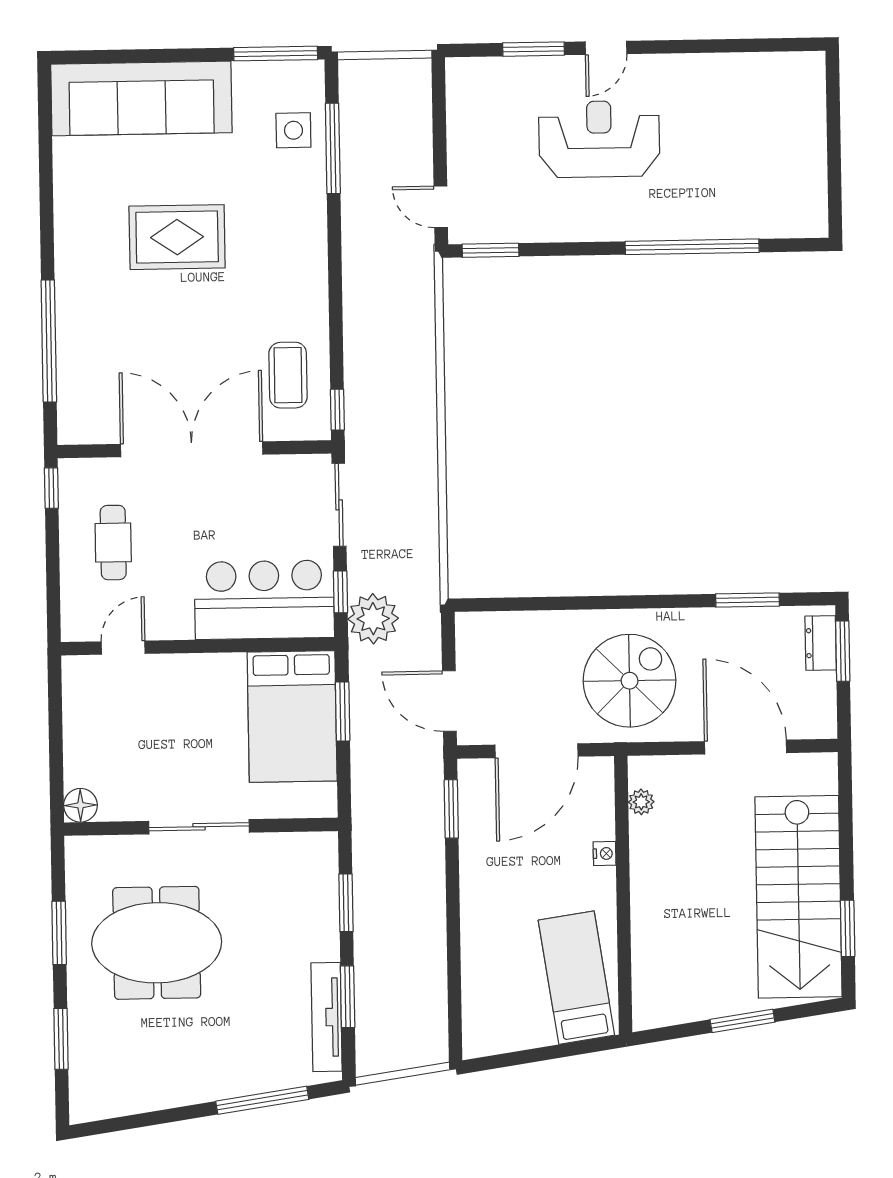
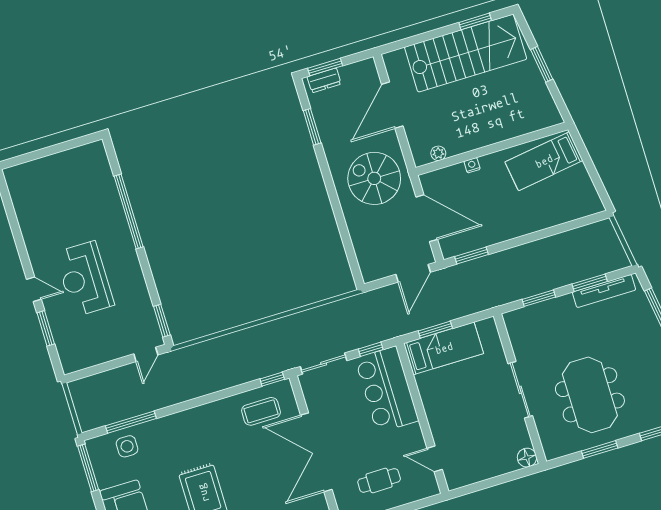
plant: (373, 619) -> (380, 327), removed
bed: (292, 716) -> (444, 348), width x0.67

